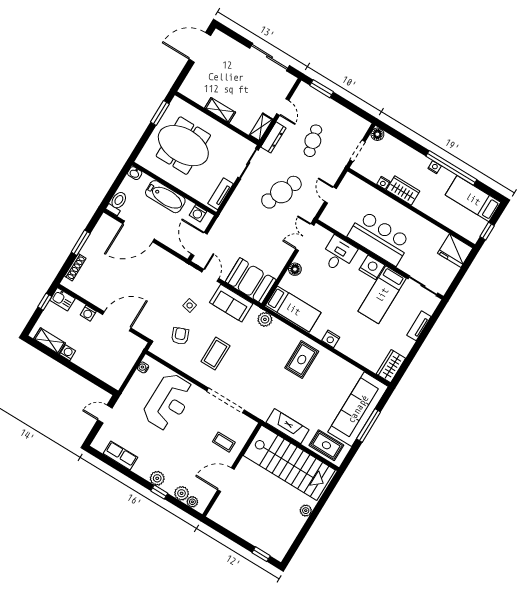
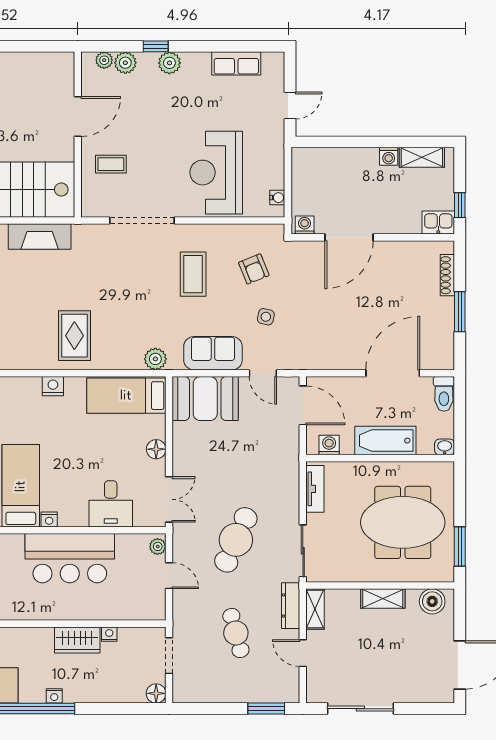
boiler: (194, 92) -> (432, 601), added
plant: (327, 215) -> (158, 546), added
nightstand: (372, 267) -> (49, 520), width x0.53, depth x0.56
washing machine: (88, 313) -> (305, 225), moved

